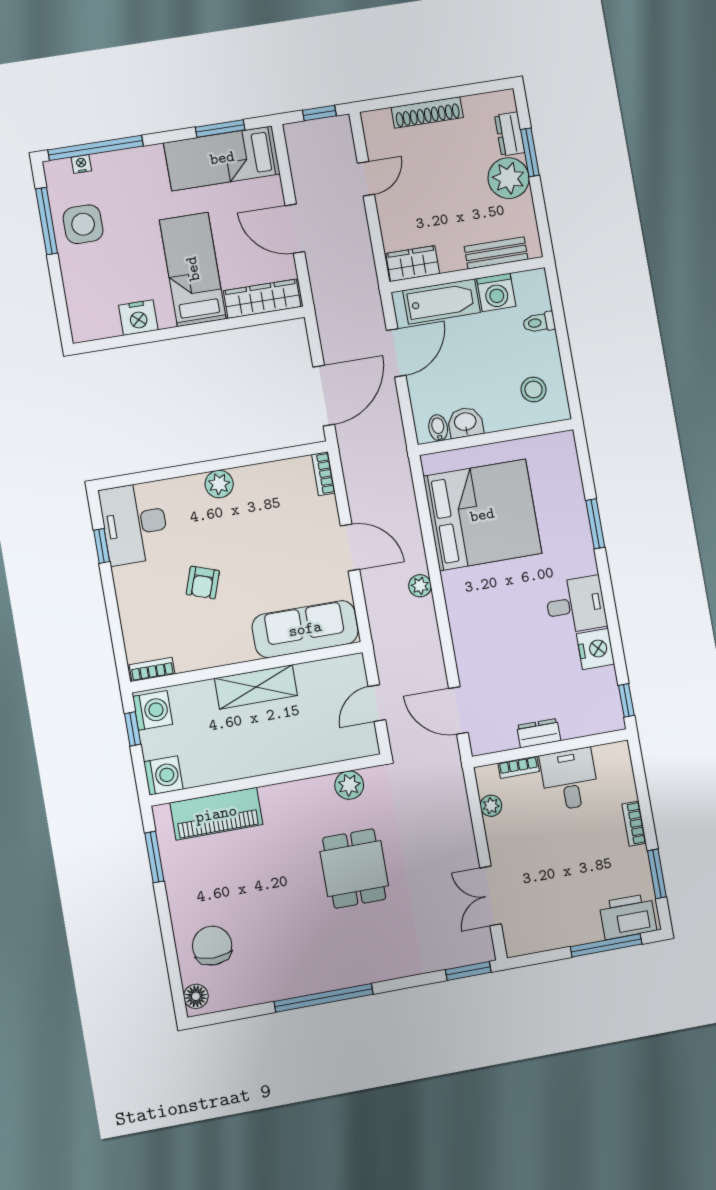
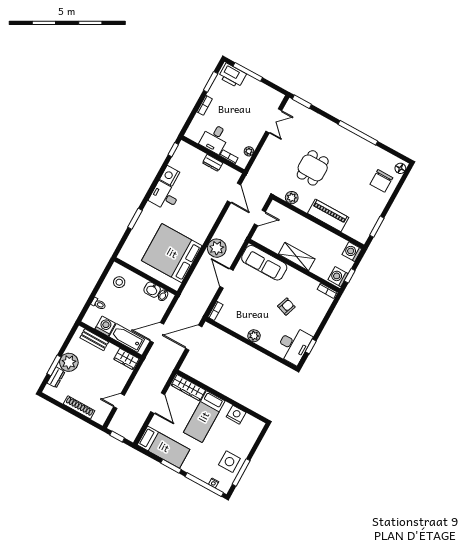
window: (220, 129) -> (171, 466), moved
plant: (420, 586) -> (217, 248), width x1.88, depth x1.88
piano: (216, 814) -> (328, 215), moved

